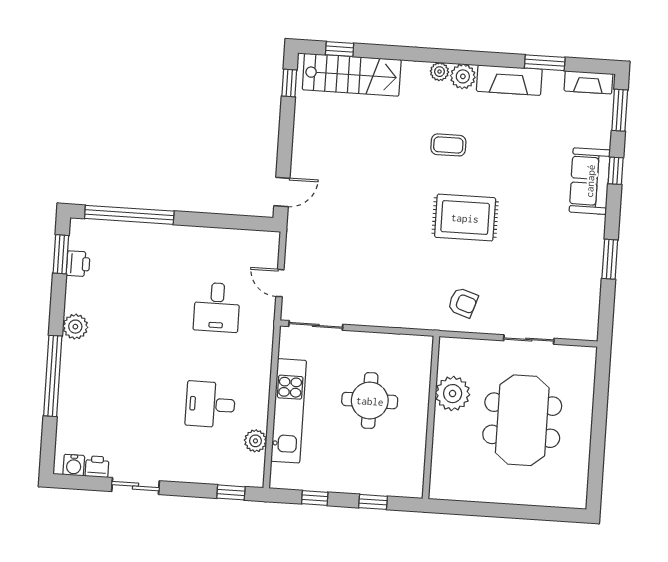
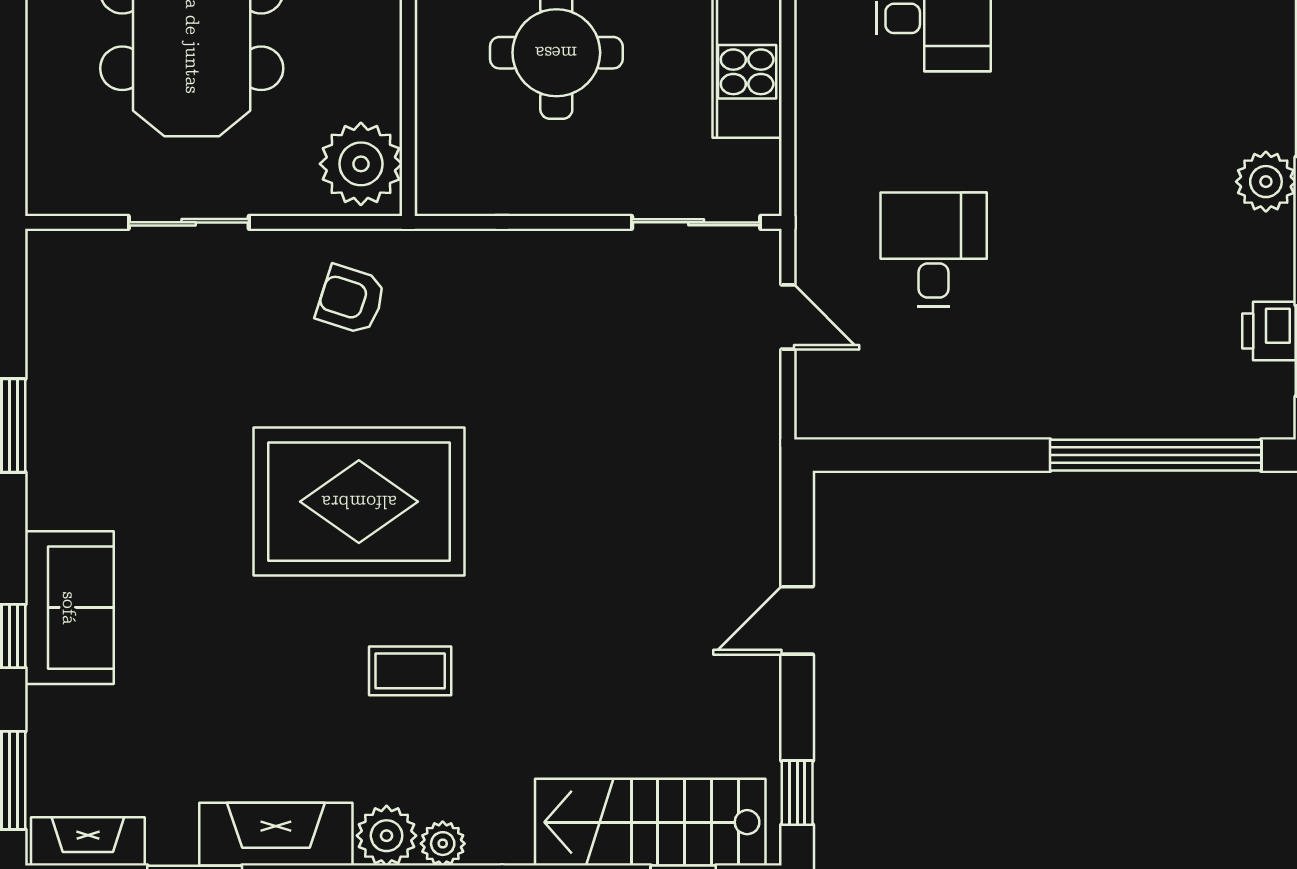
door: (282, 192) -> (797, 620), moved
rug: (465, 218) -> (359, 502), width x1.37, depth x1.44
plant: (453, 394) -> (361, 164), moved

